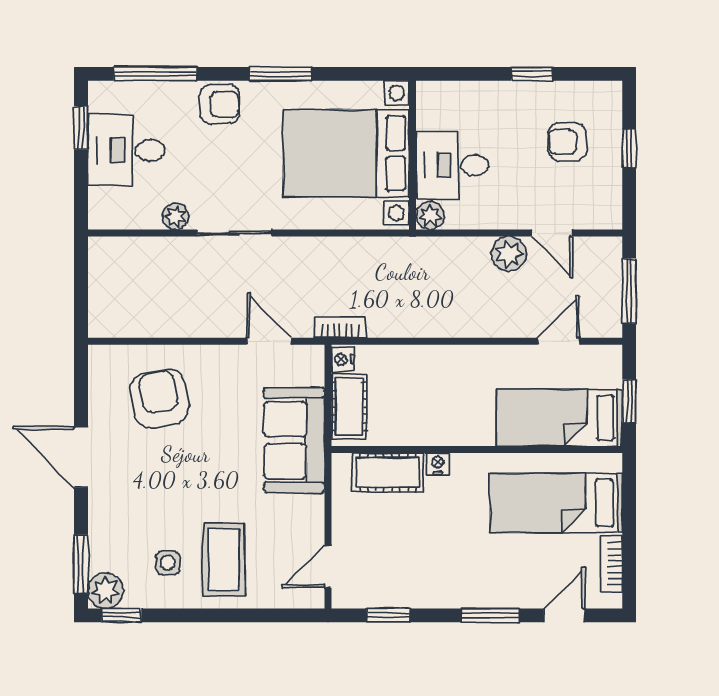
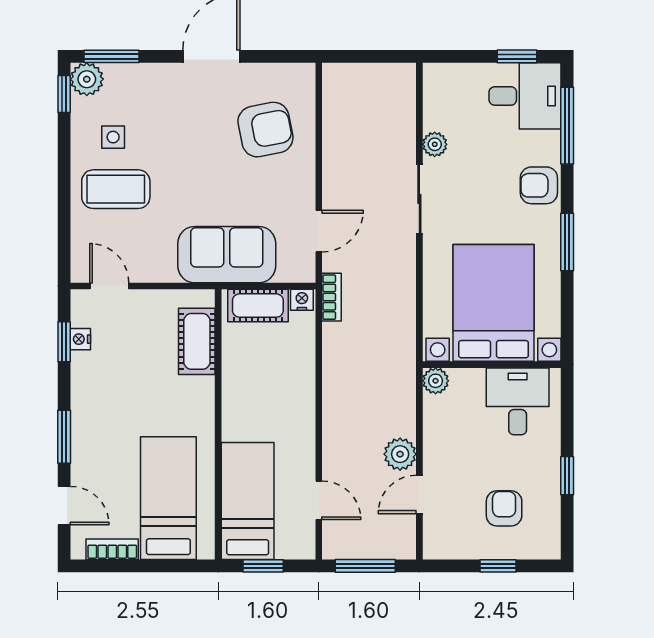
armchair: (220, 104) -> (539, 185), turned 90
desk: (126, 150) -> (525, 96), moved, turned 90
desk: (452, 165) -> (518, 401), moved
nightstand: (438, 464) -> (80, 339), moved, turned 180

